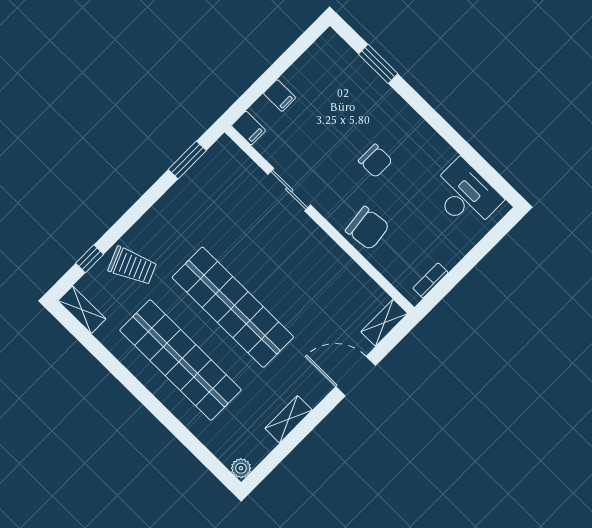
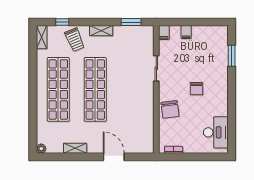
shelving: (384, 323) -> (101, 31), moved

